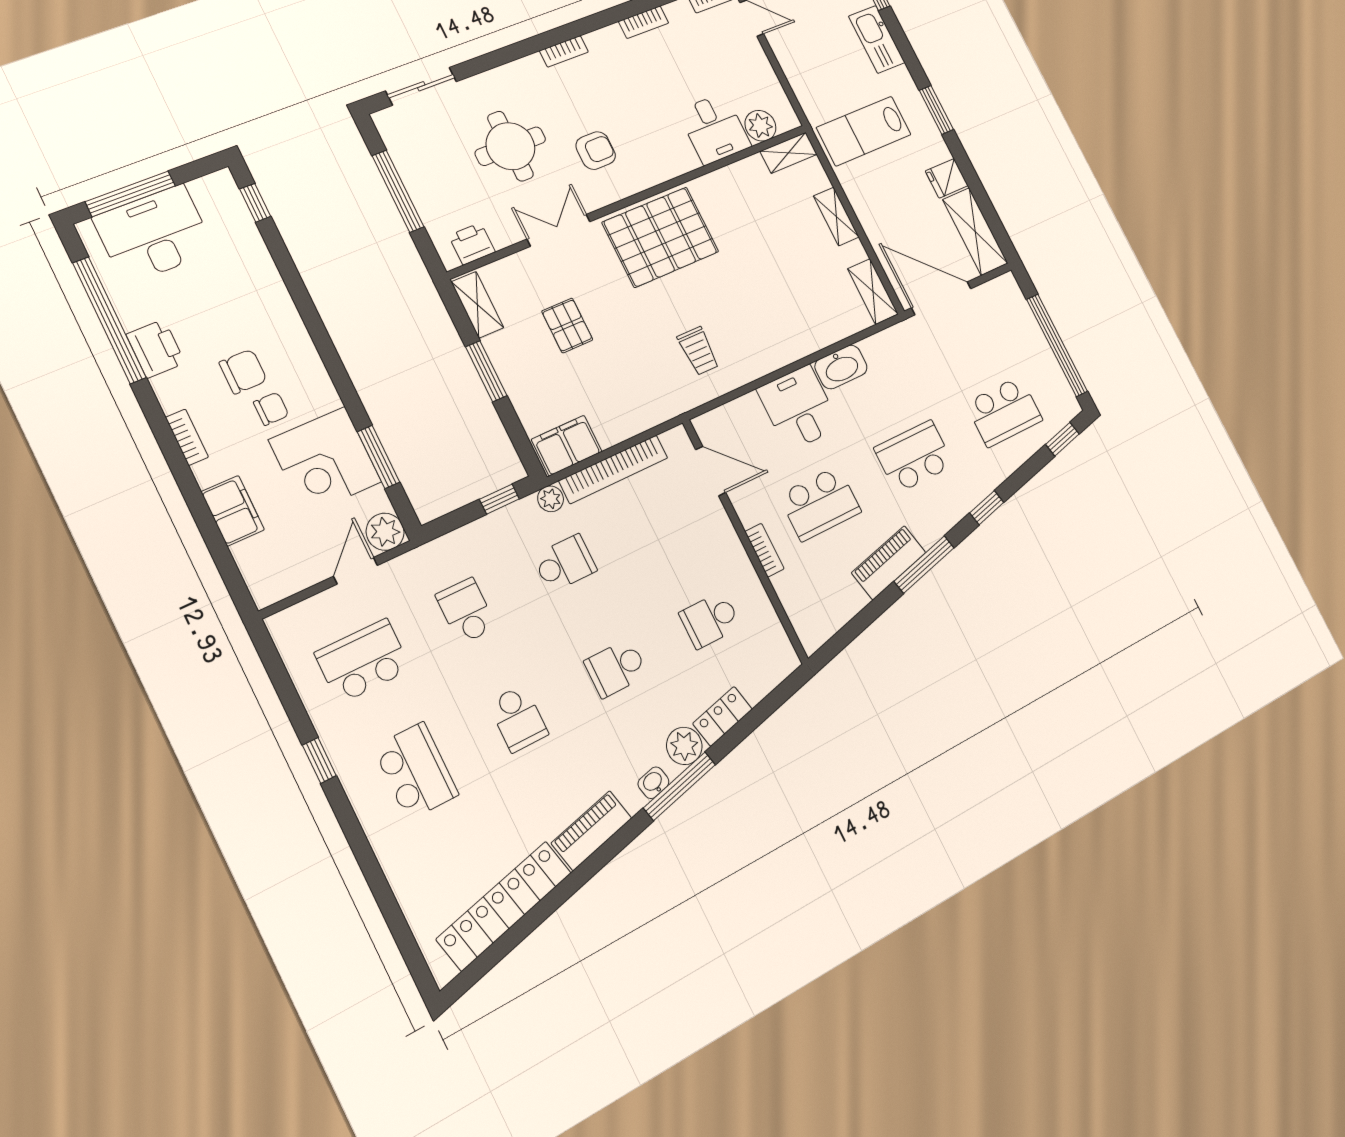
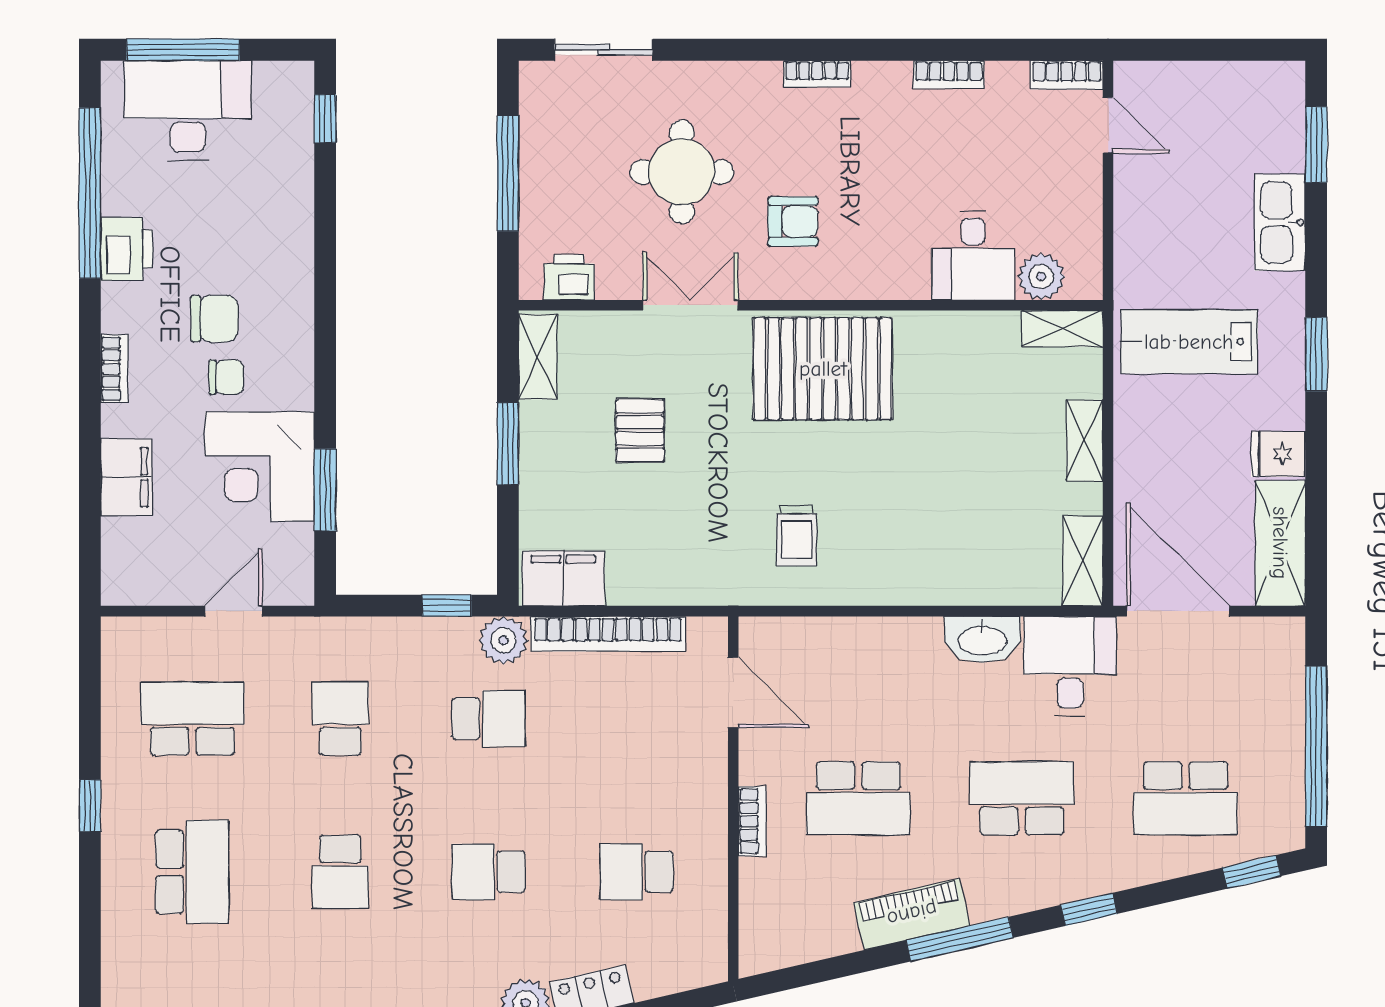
desk: (799, 408) -> (1070, 666), moved
plant: (551, 499) -> (503, 640), width x1.38, depth x1.38
plant: (385, 532) -> (290, 582), removed

